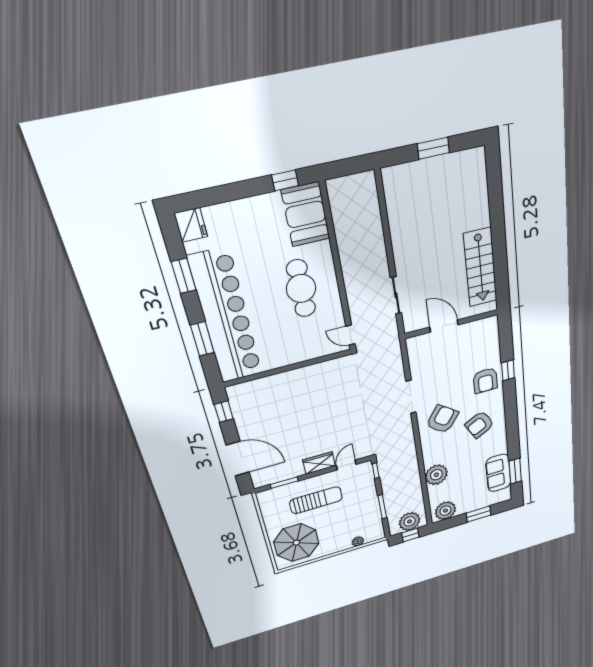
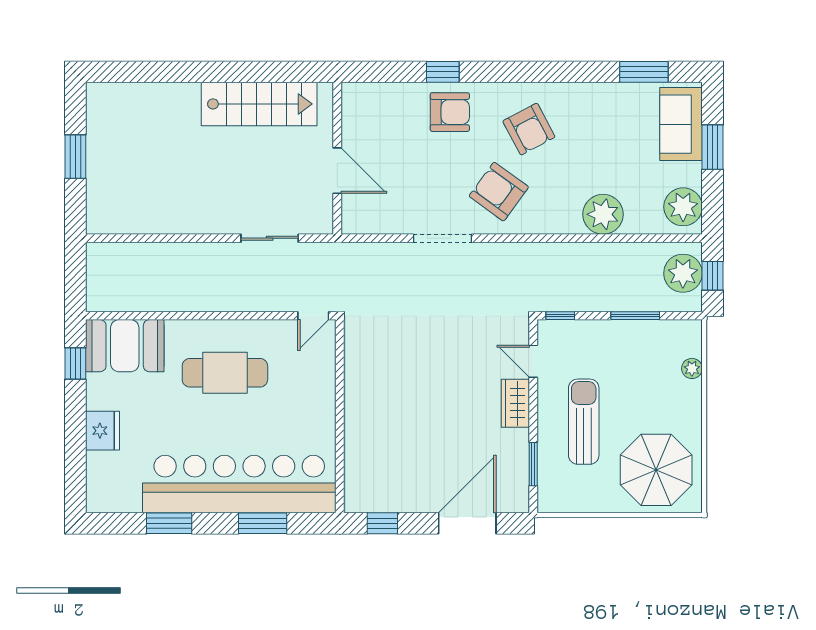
fridge: (191, 225) -> (103, 431), moved, turned 90
door: (444, 326) -> (337, 171), swing flipped
sofa: (498, 473) -> (681, 124), moved, turned 90

